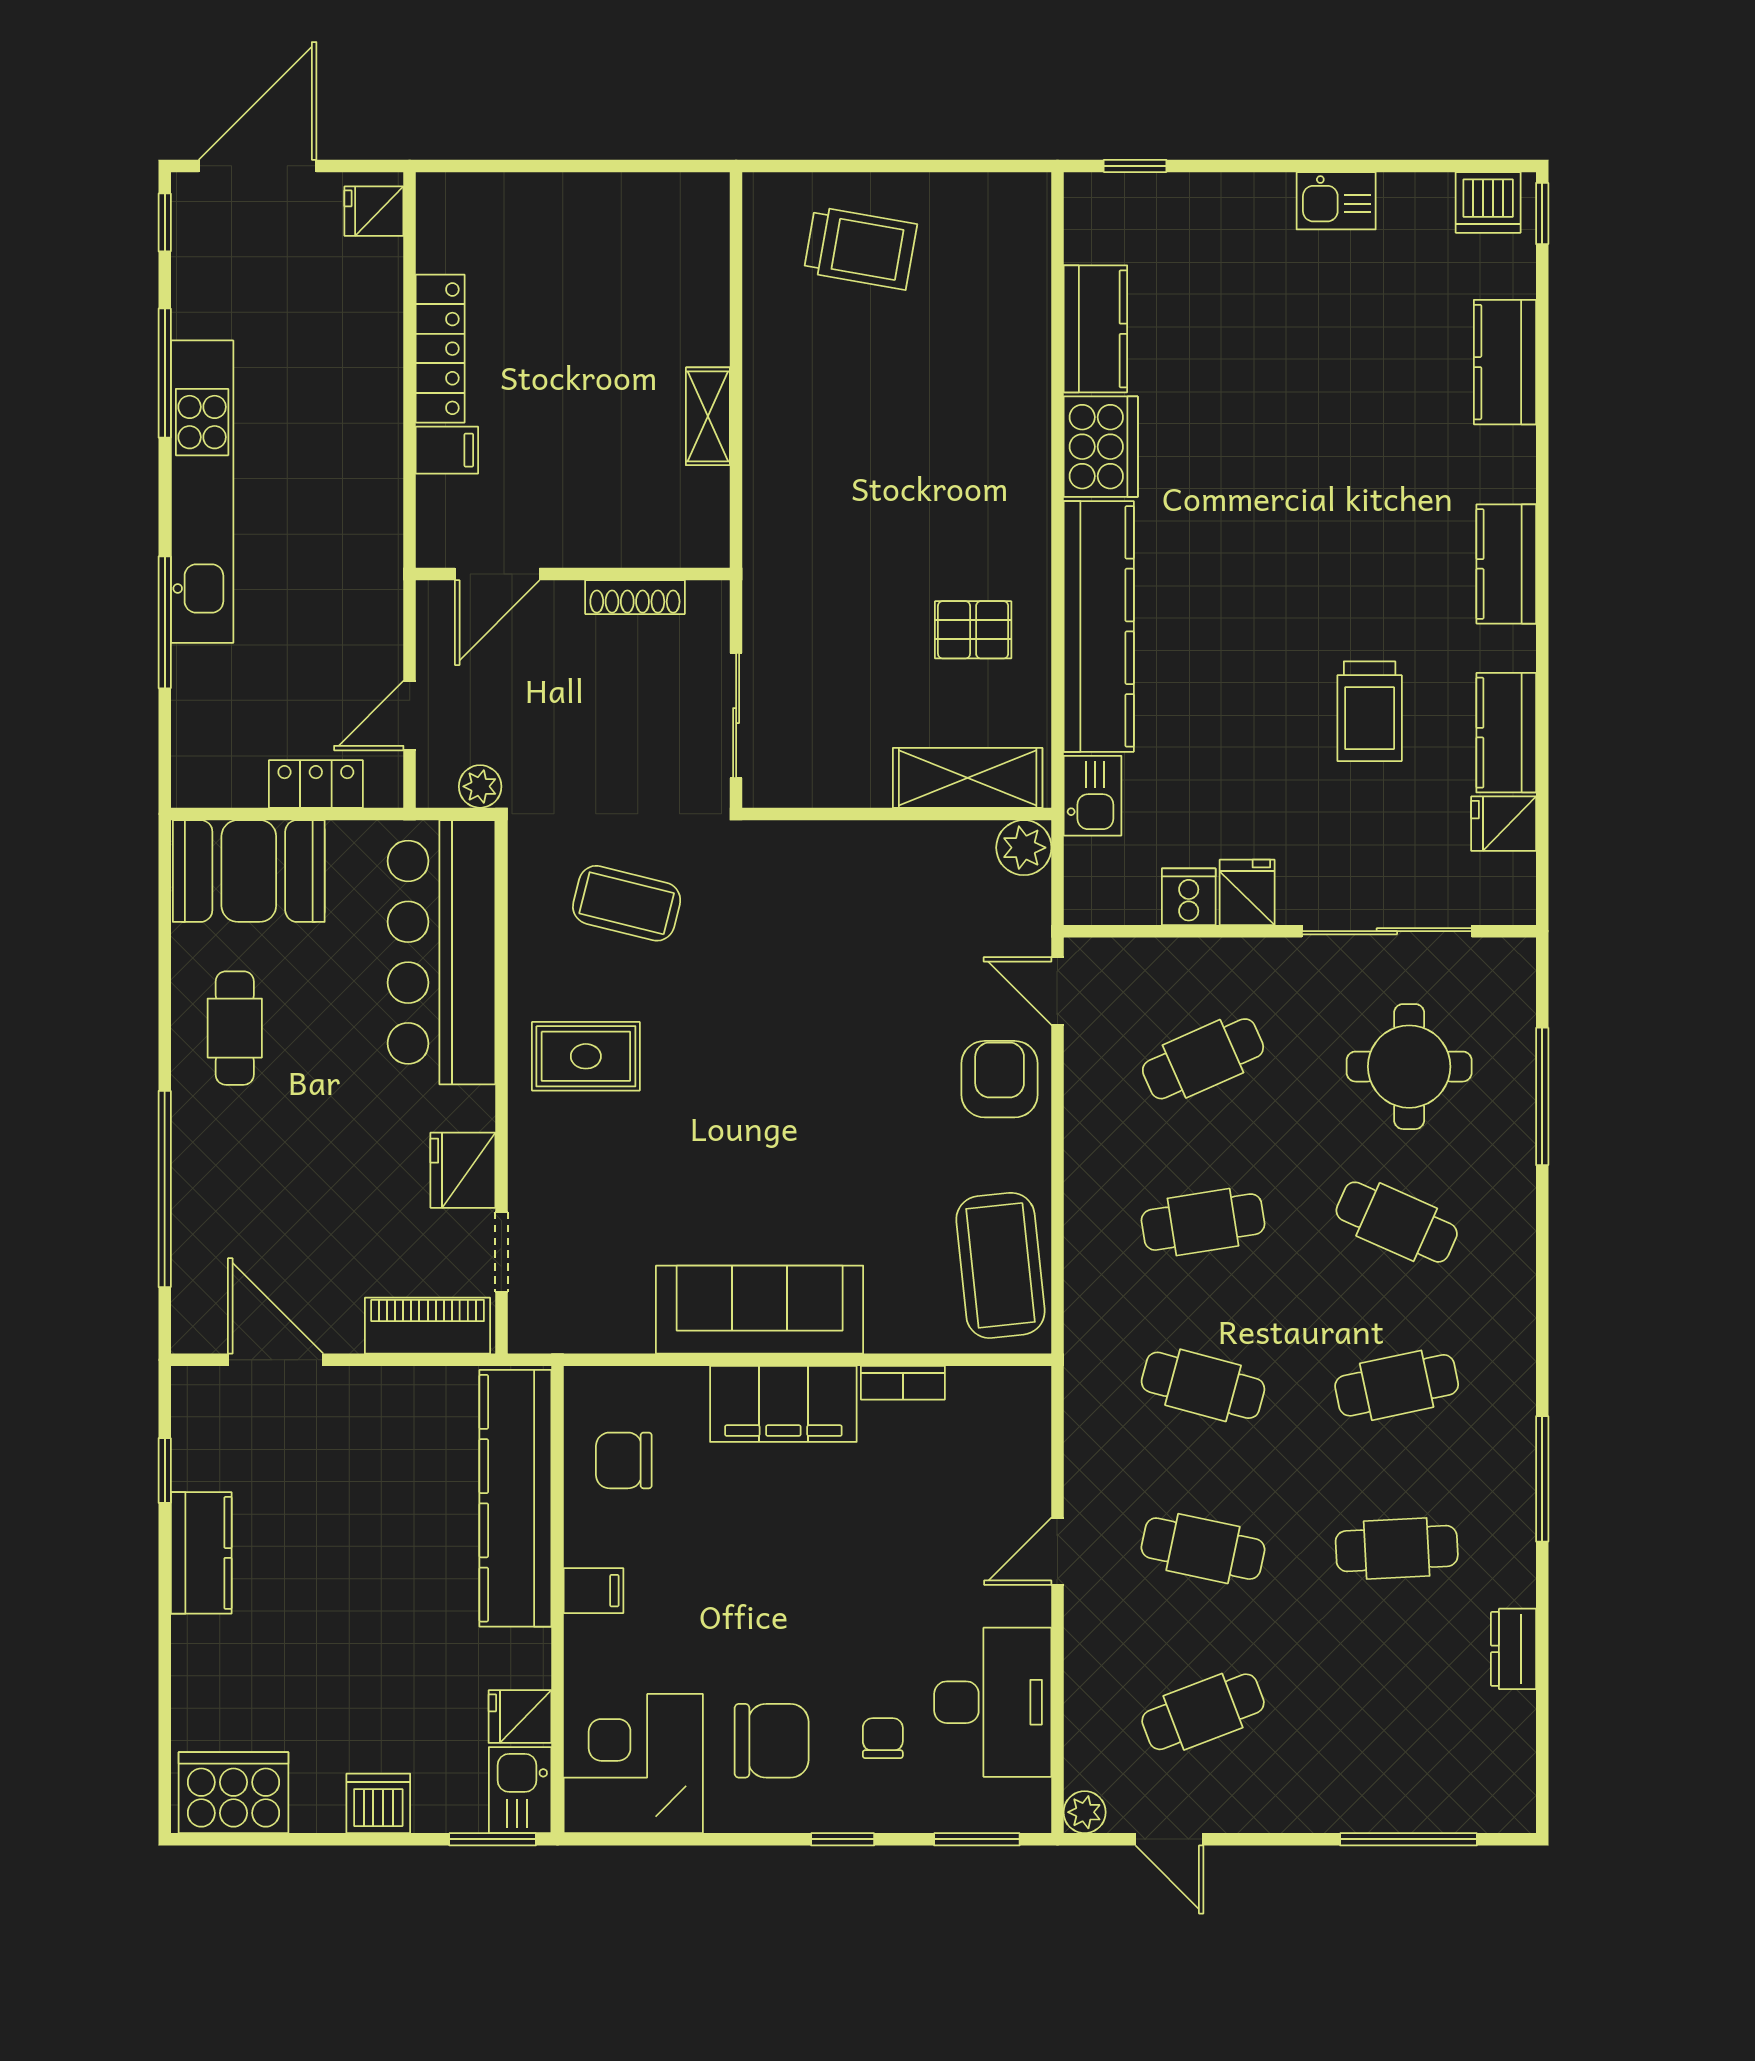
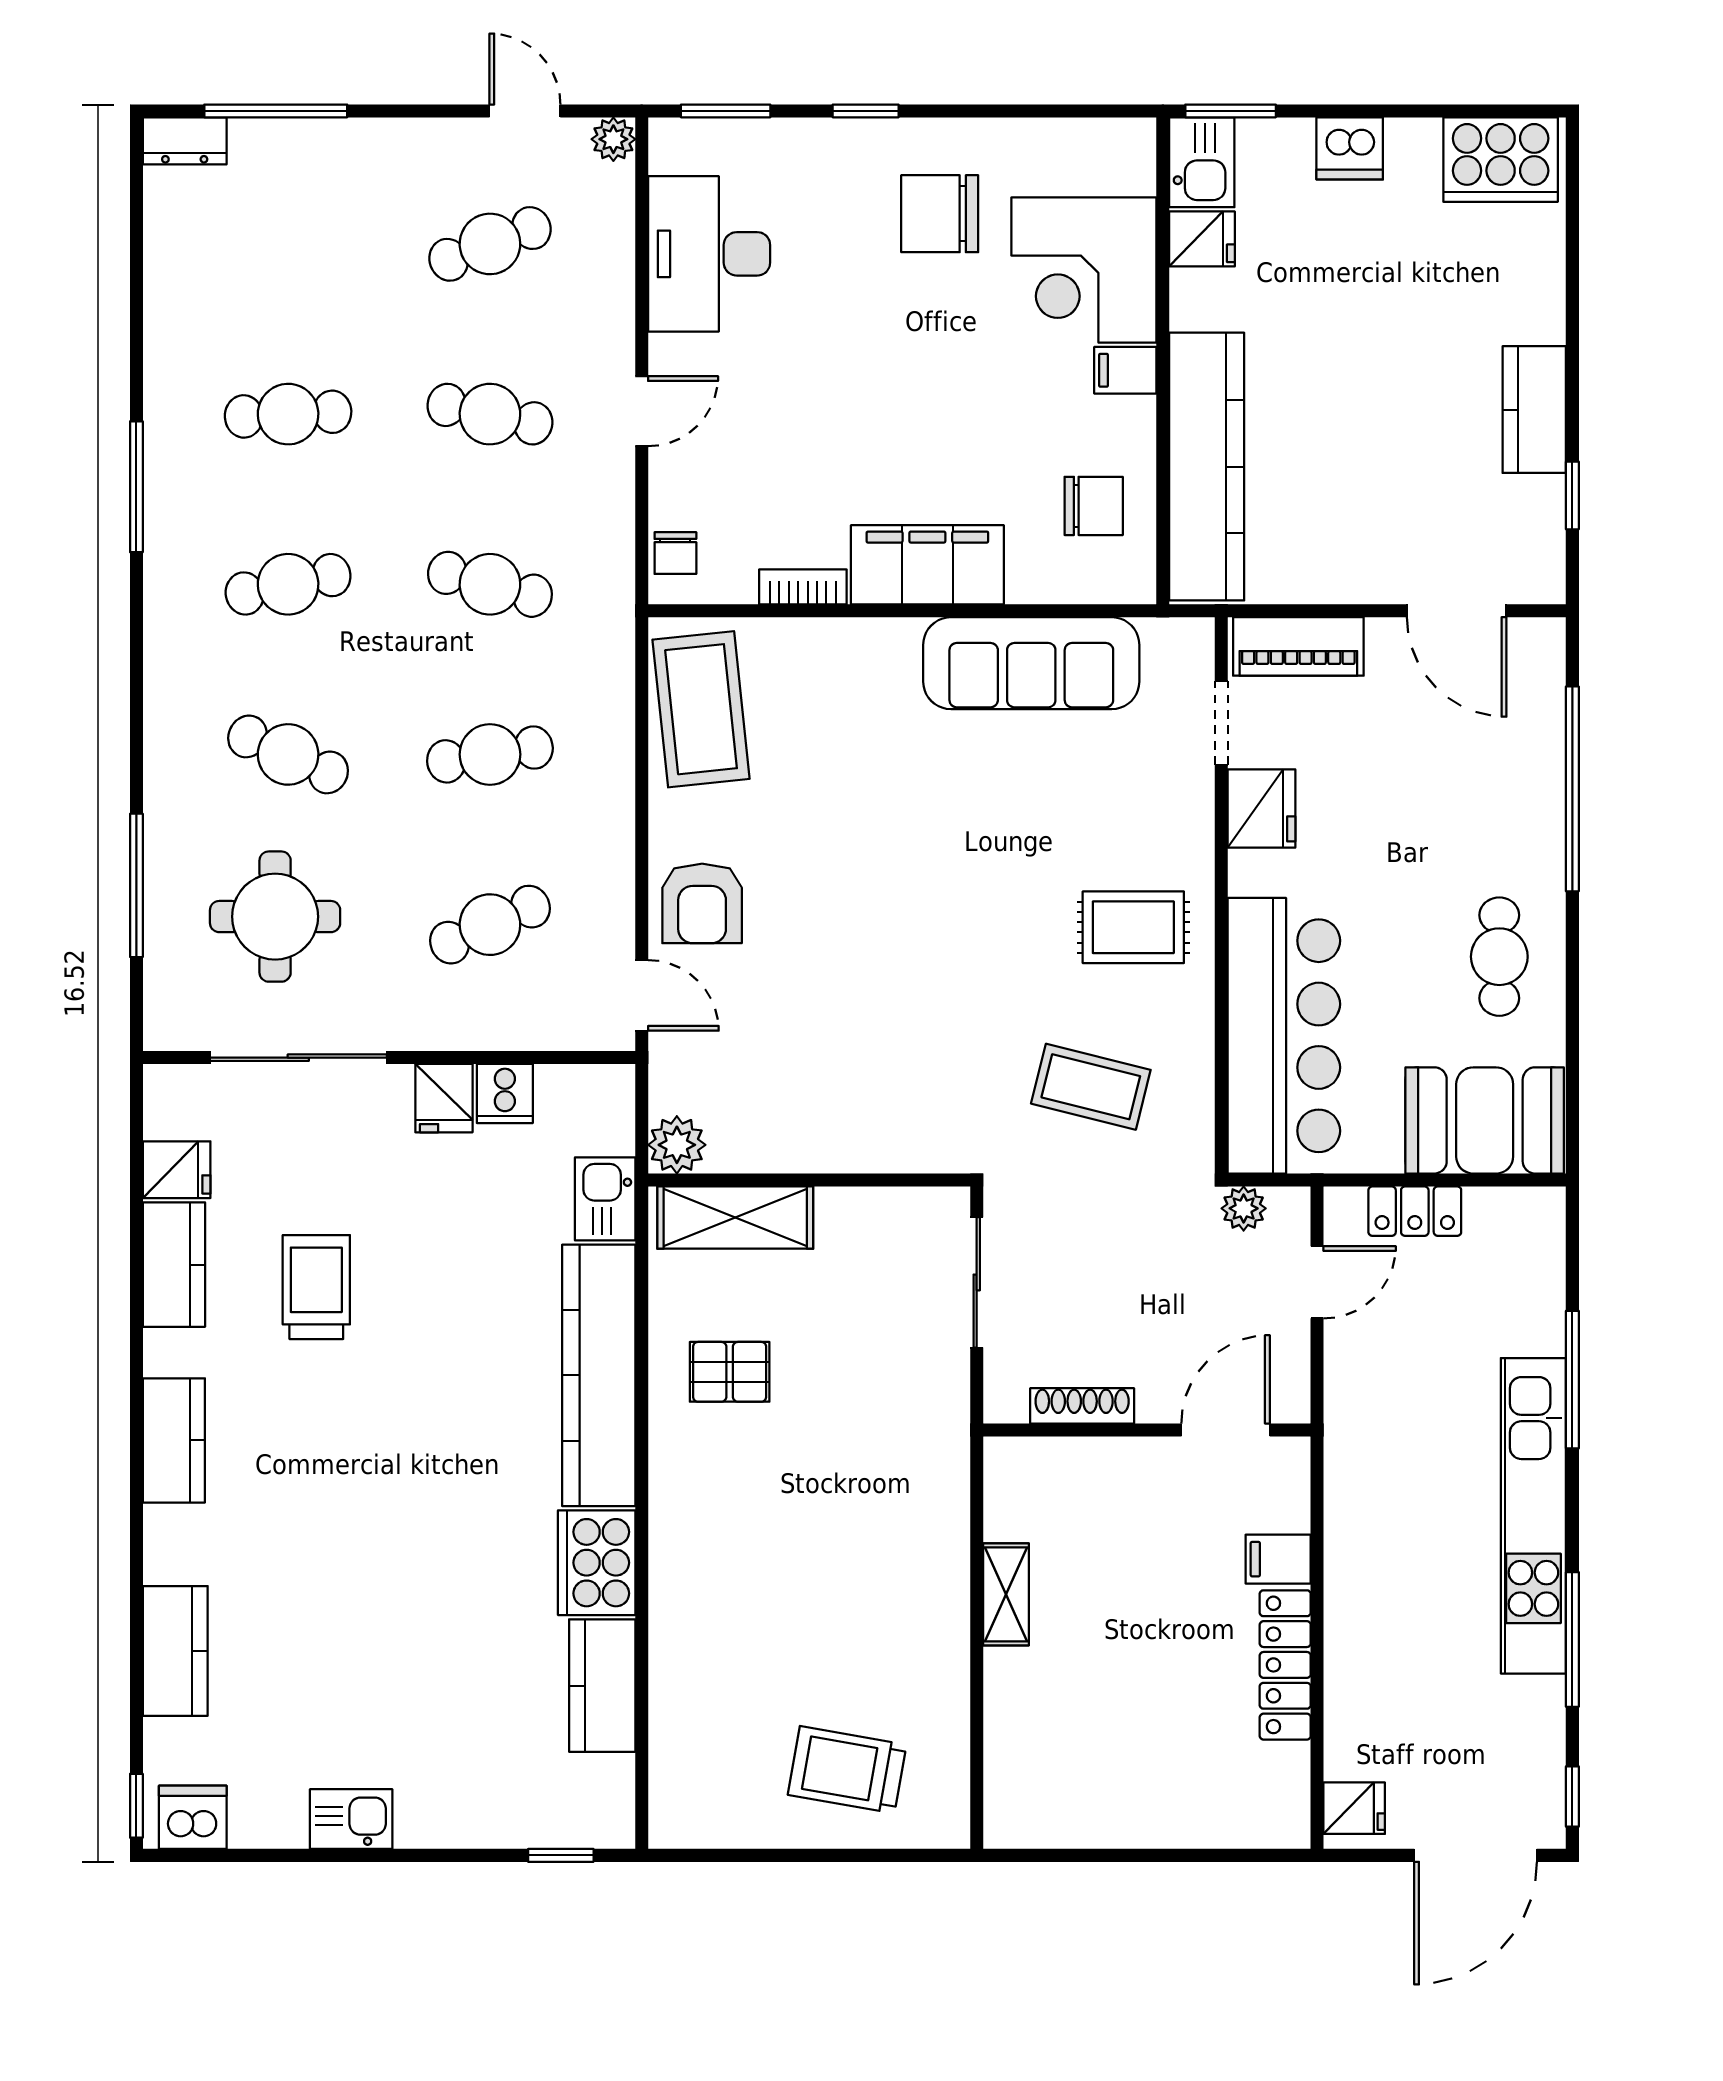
sofa: (760, 1310) -> (1031, 663), moved
dresser: (1513, 1649) -> (185, 141), moved, turned 90
chair: (883, 1738) -> (675, 553), moved
corner desk: (633, 1764) -> (1084, 270), moved, turned 90

